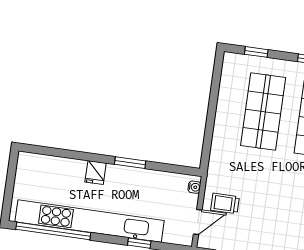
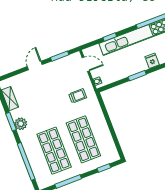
trolley: (225, 203) -> (78, 96), moved
door: (198, 222) -> (86, 64), swing flipped

